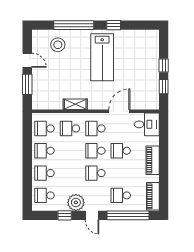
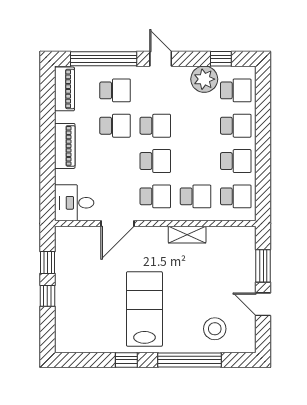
school desk: (121, 151) -> (115, 126), moved
plant: (76, 202) -> (204, 79), moved
window: (65, 215) -> (221, 59), moved

